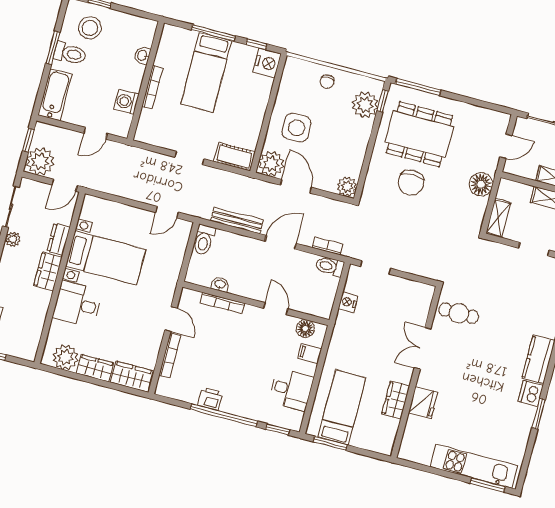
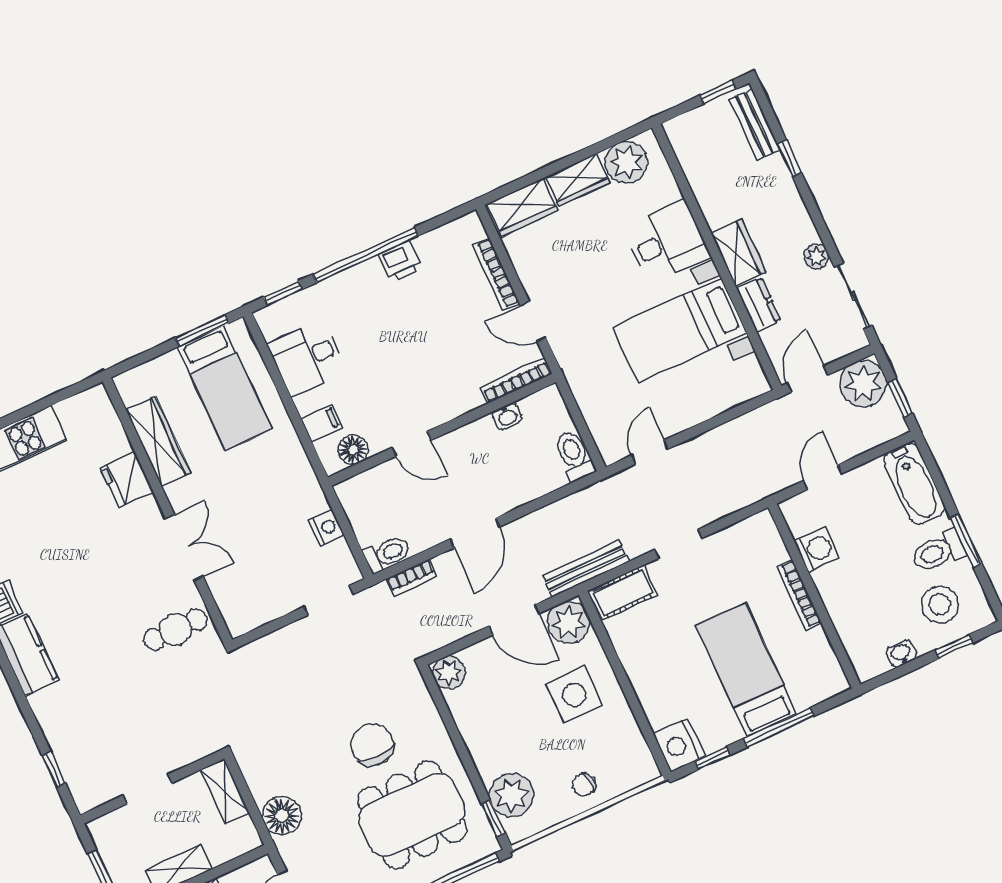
washbasin: (142, 56) -> (901, 654), moved, turned -90
chair: (327, 82) -> (584, 785), turned -100
bench: (237, 221) -> (586, 569), moved
bookcase: (222, 303) -> (516, 380), moved
wardrobe: (396, 400) -> (158, 441), width x1.50

